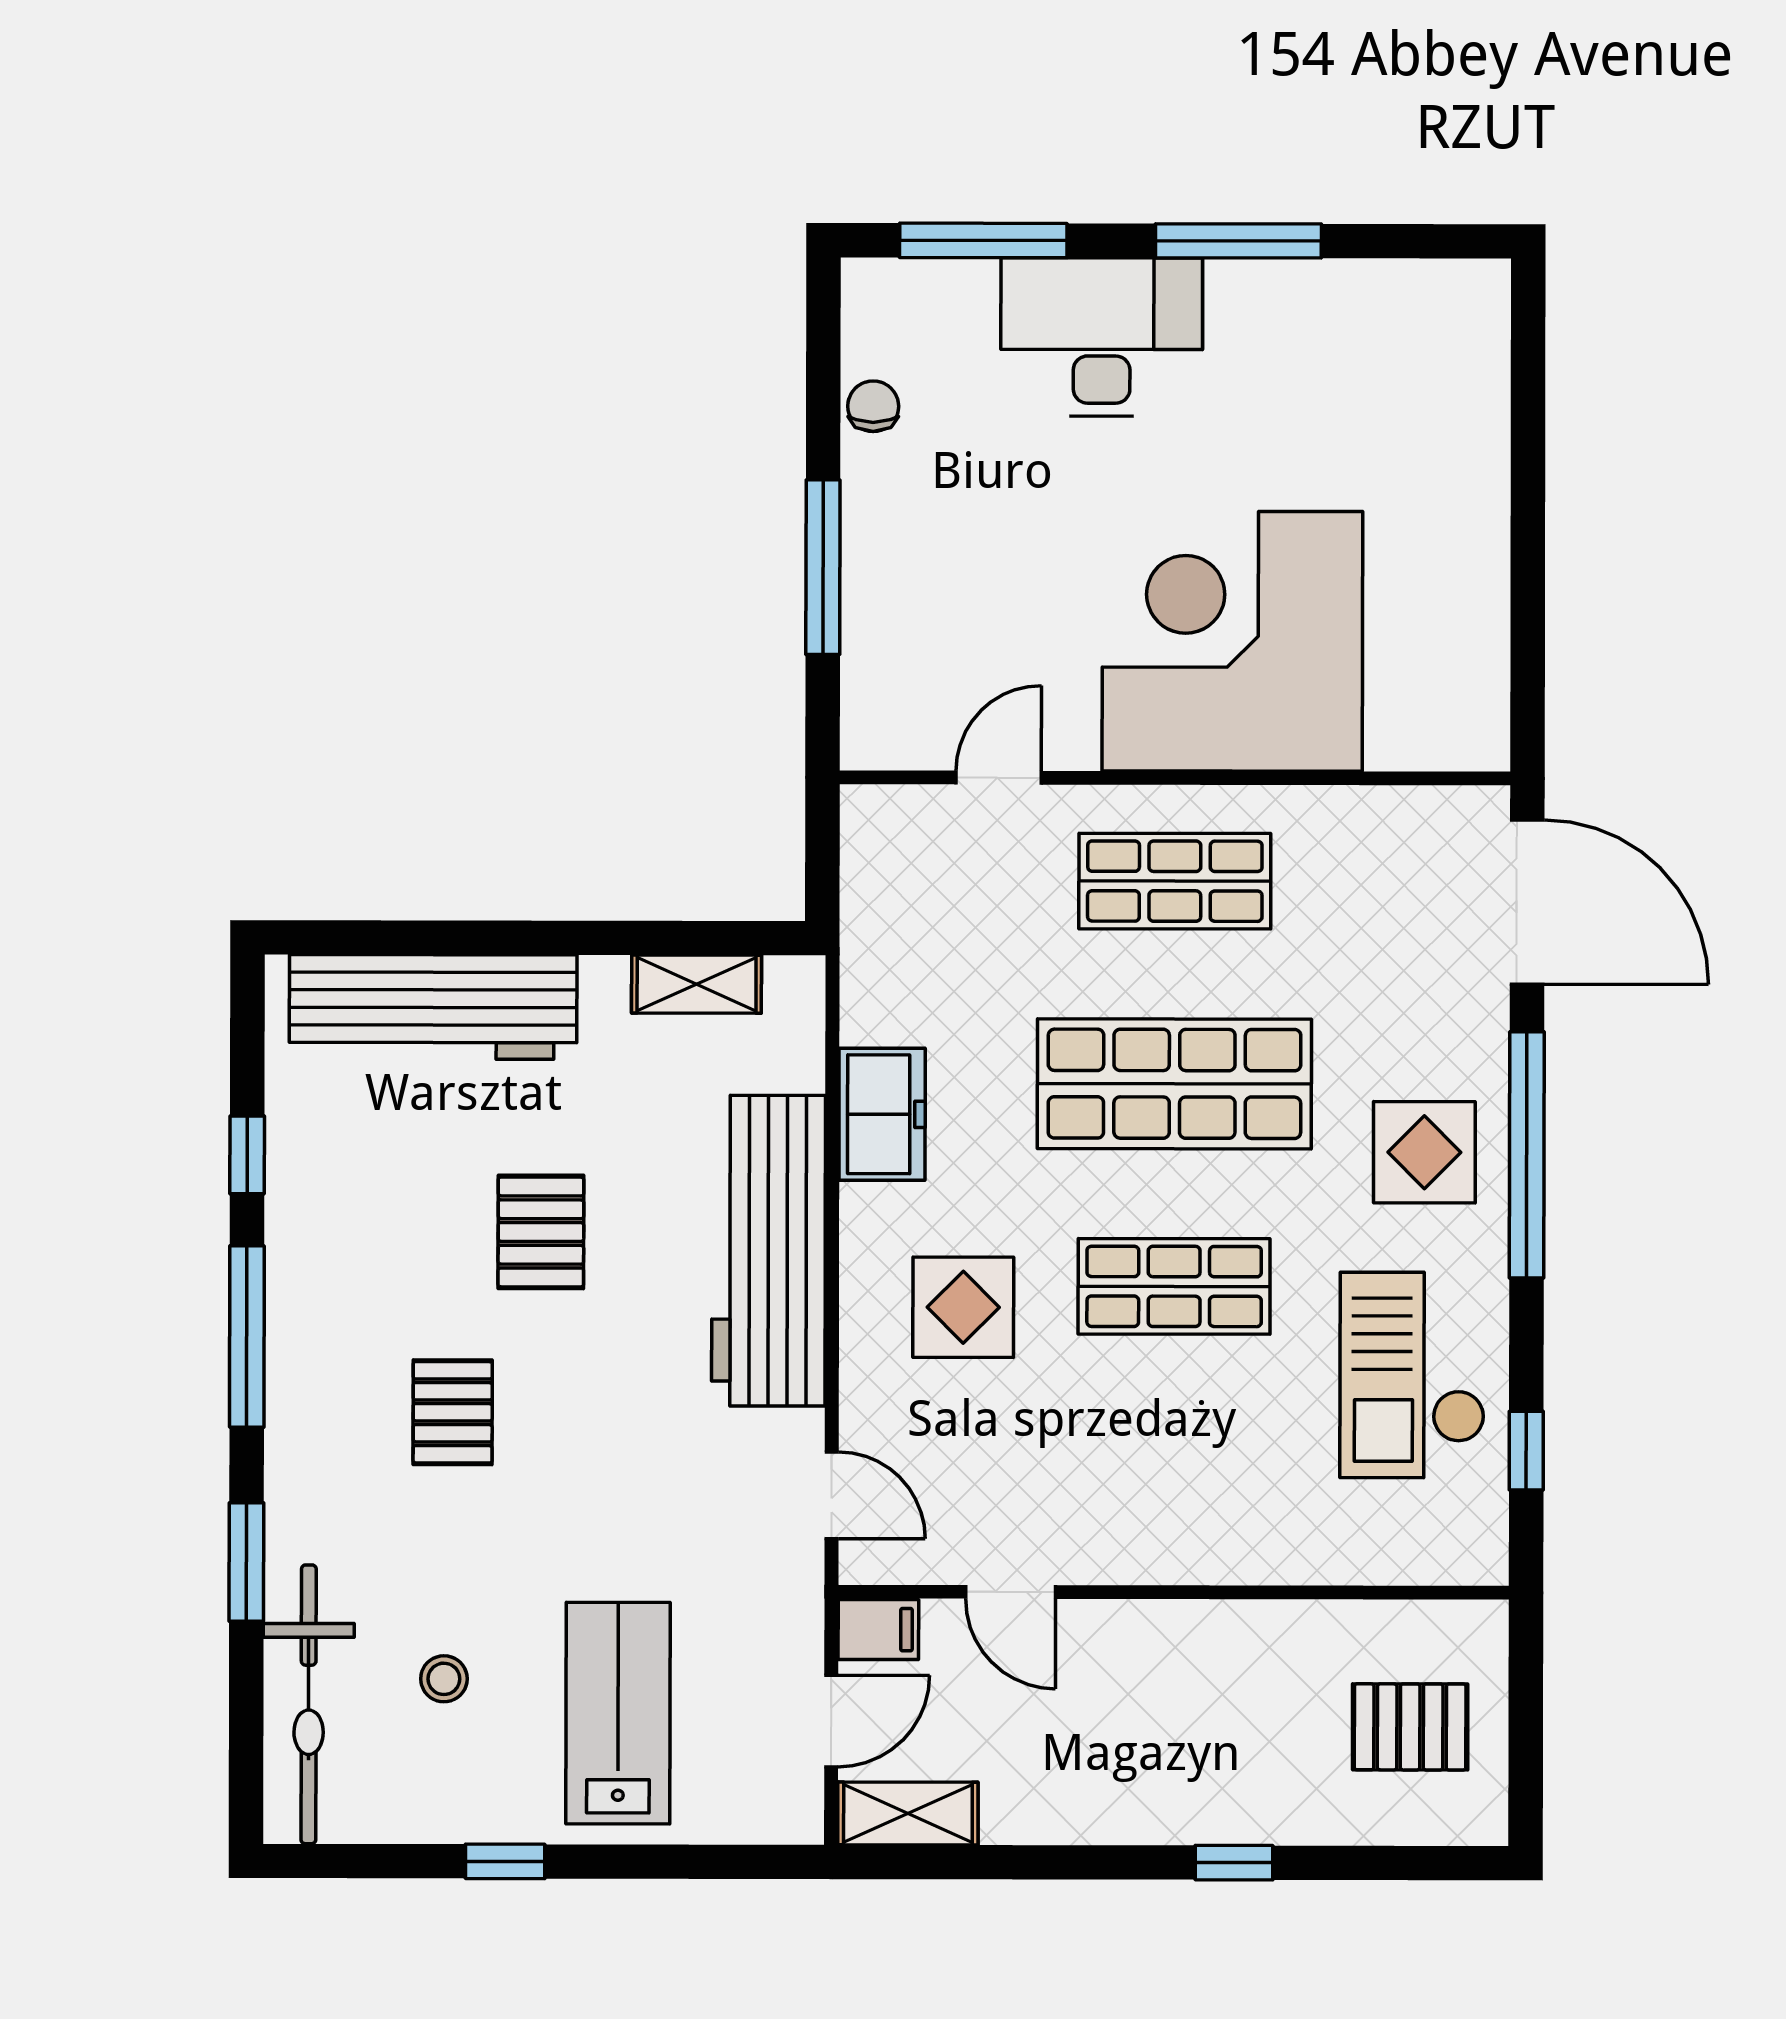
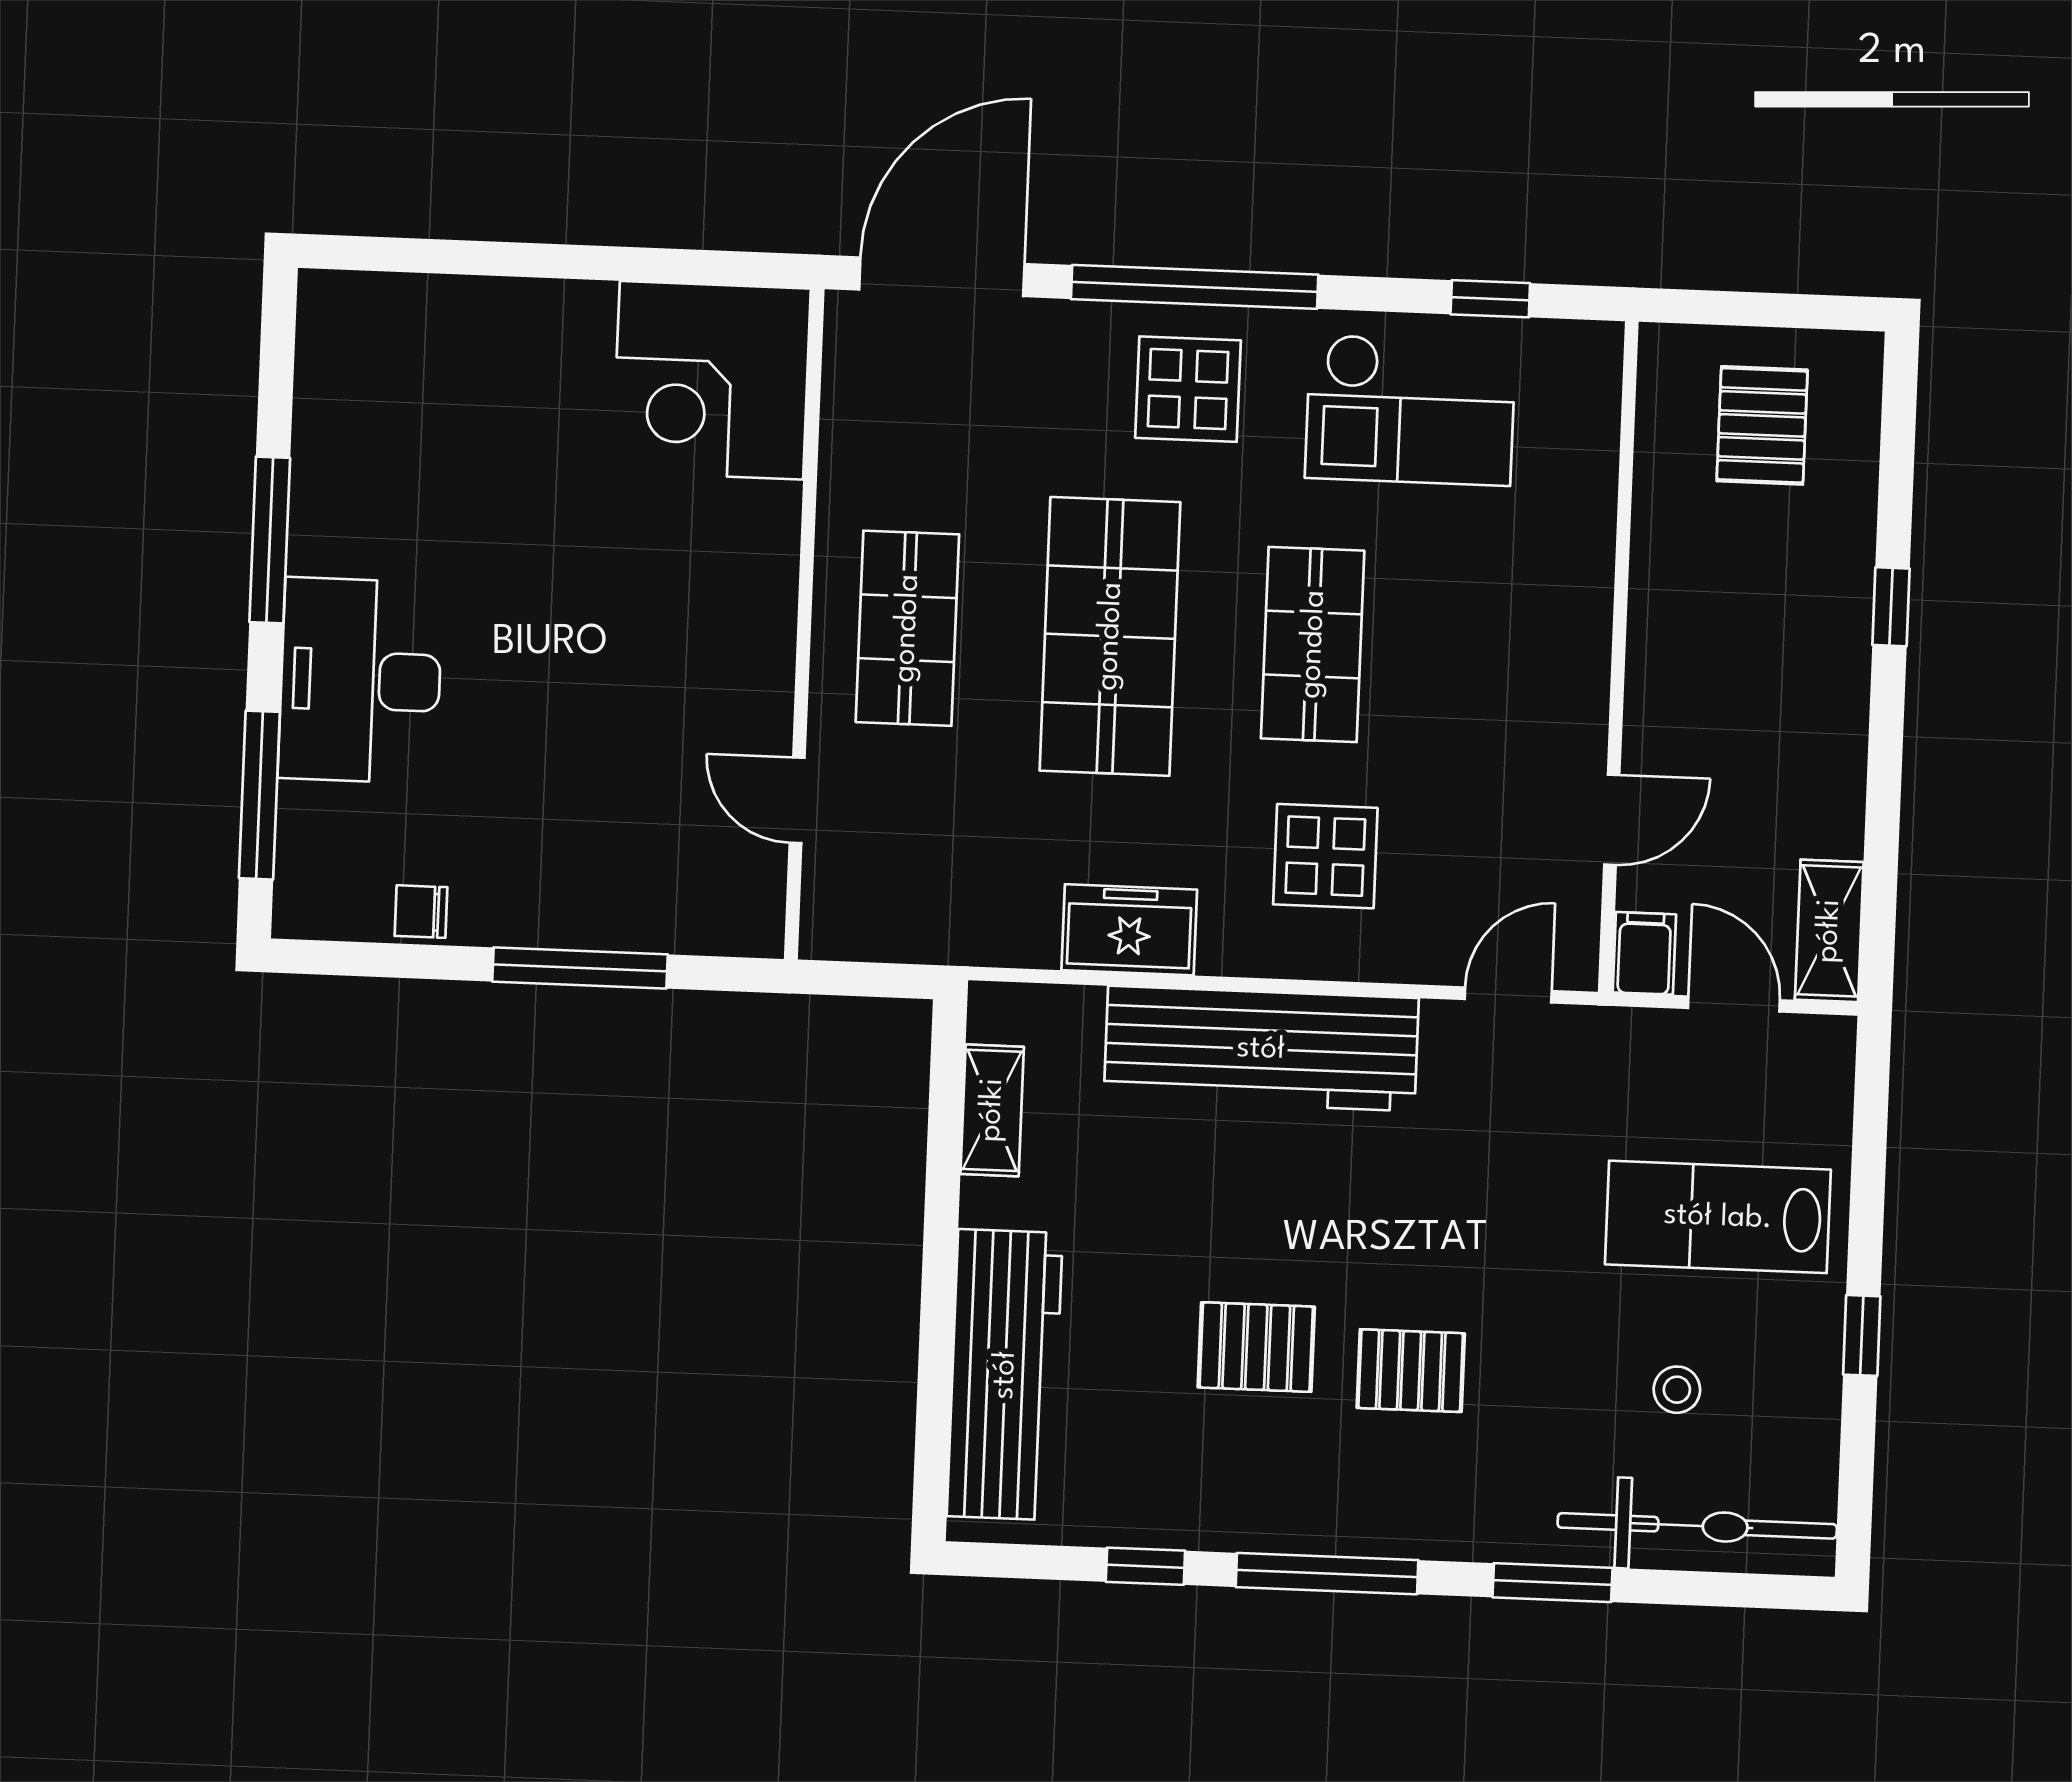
corner desk: (1232, 641) -> (711, 380), moved, width x0.74, depth x0.74
pallet: (541, 1232) -> (1256, 1347), moved

